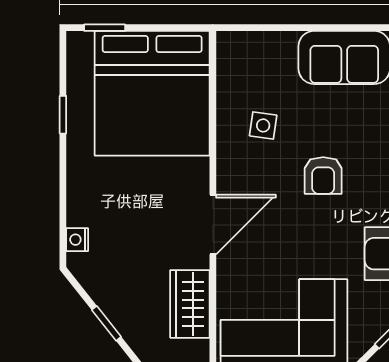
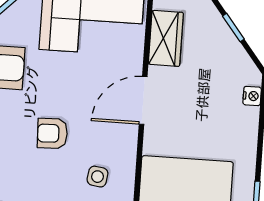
armchair: (323, 175) -> (52, 133), turned -92

